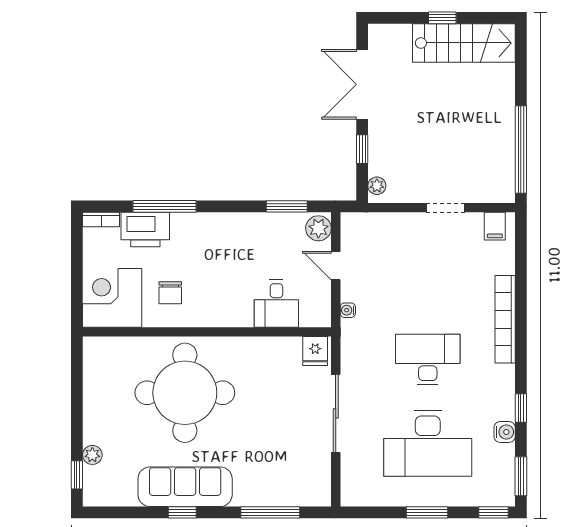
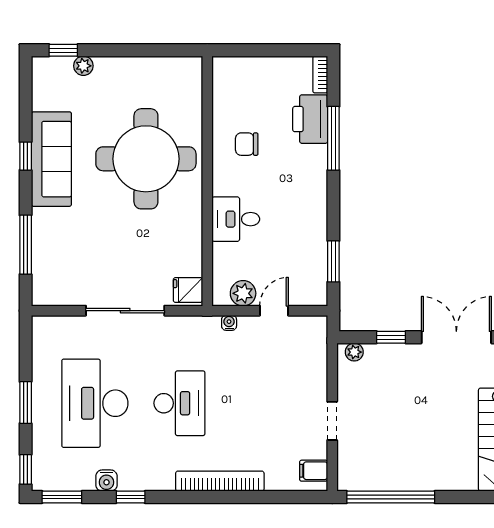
plant: (318, 228) -> (243, 293), moved
corner desk: (112, 298) -> (241, 86), removed
desk: (276, 304) -> (236, 219), moved

